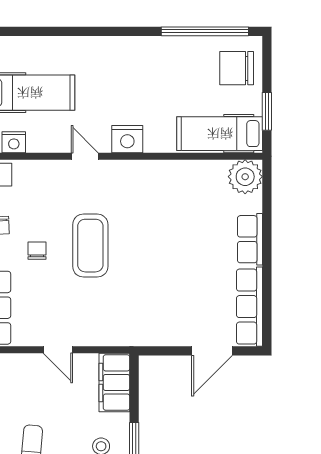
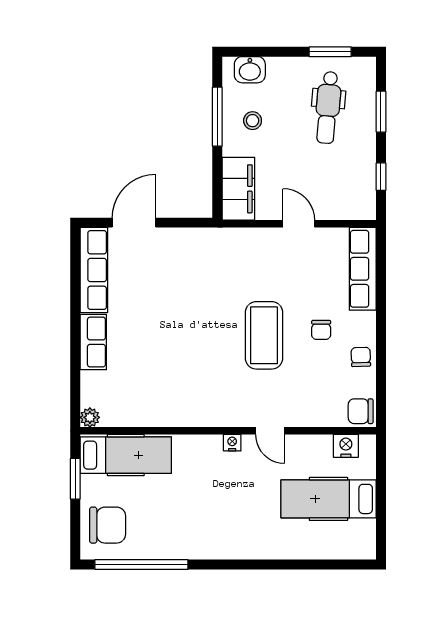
nightstand: (127, 139) -> (232, 443), width x0.53, depth x0.56
plant: (245, 177) -> (90, 417), width x0.53, depth x0.53

